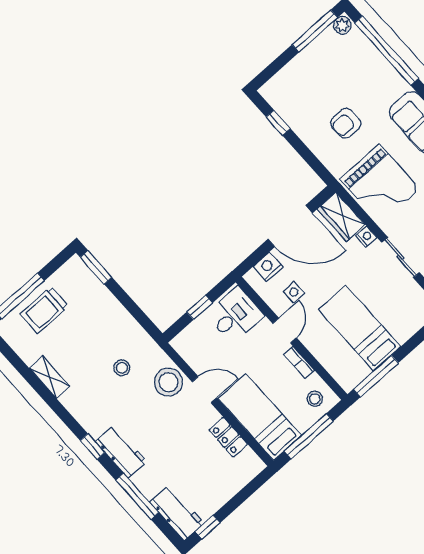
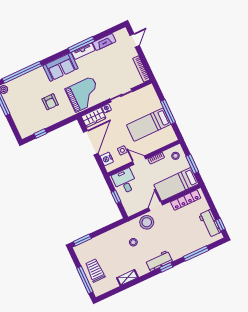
trolley: (44, 310) -> (95, 270), turned 180
window: (376, 376) -> (168, 112), moved
window: (309, 436) -> (192, 164), width x0.69
locker: (228, 437) -> (186, 200), width x1.53
workbench: (121, 451) -> (159, 261), moved
workbench: (177, 513) -> (210, 223), moved, turned -90

